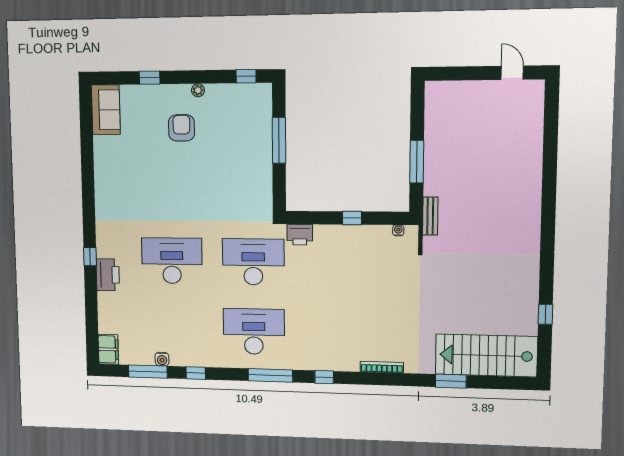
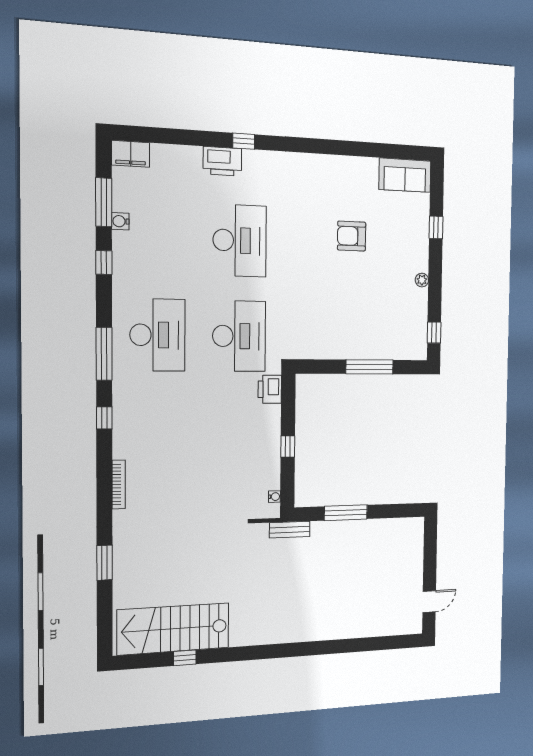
armchair: (181, 128) -> (352, 236), moved, turned 180
stairs: (486, 355) -> (173, 629), moved, turned -90

